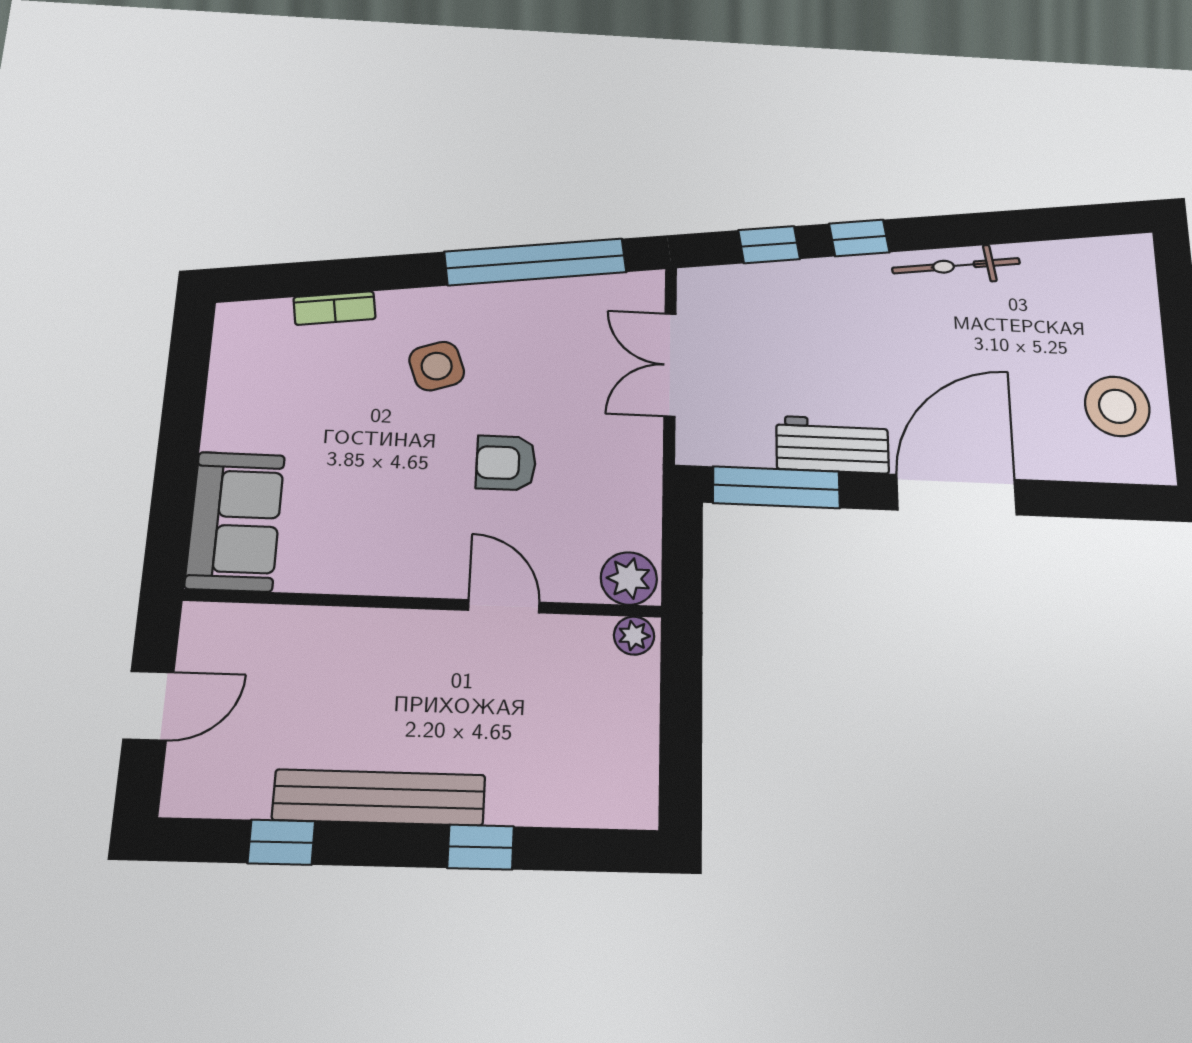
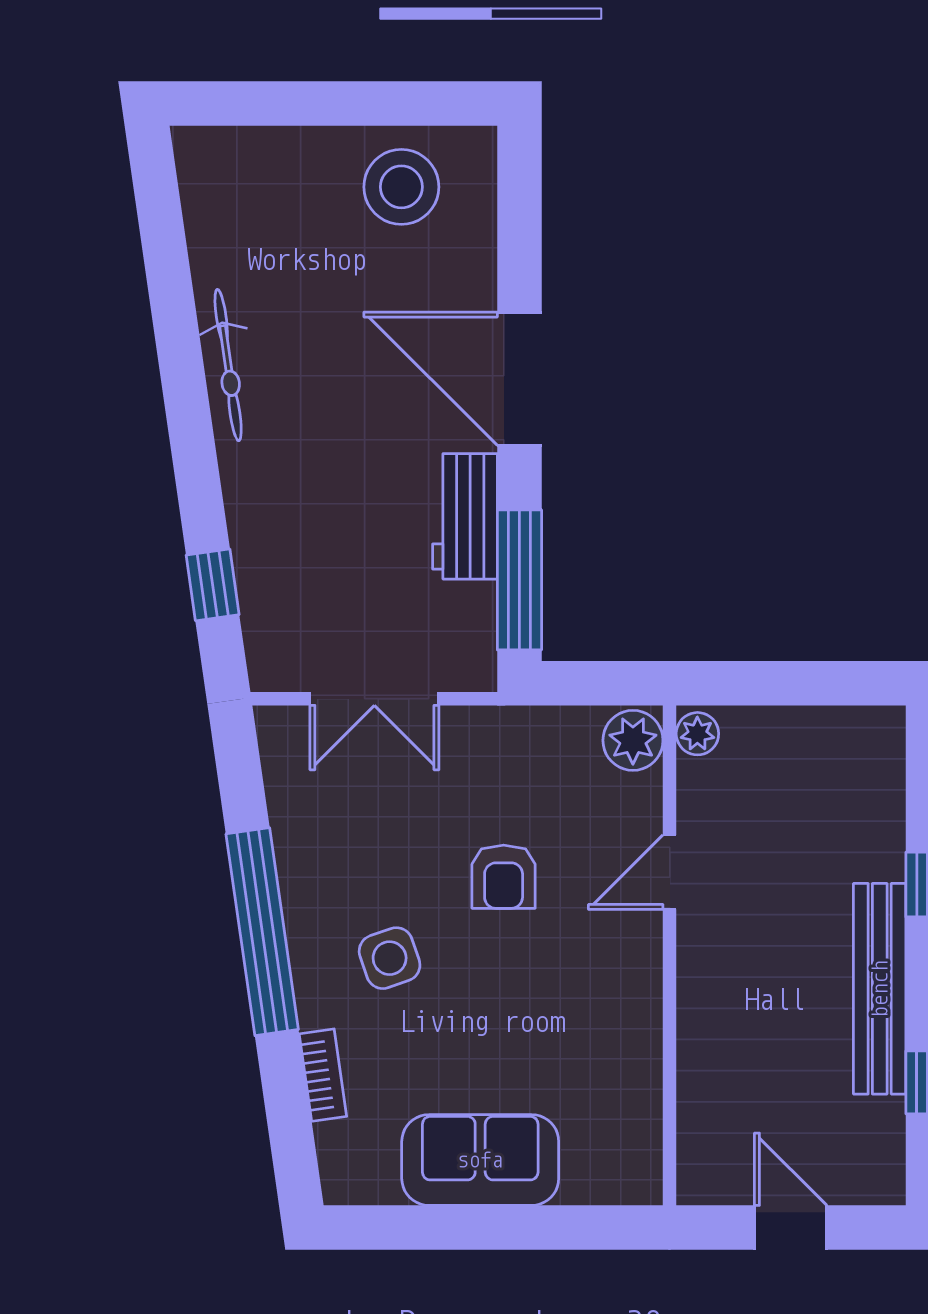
window: (859, 238) -> (198, 479), removed
window: (536, 262) -> (262, 932), moved
sofa: (235, 521) -> (480, 1160), moved

